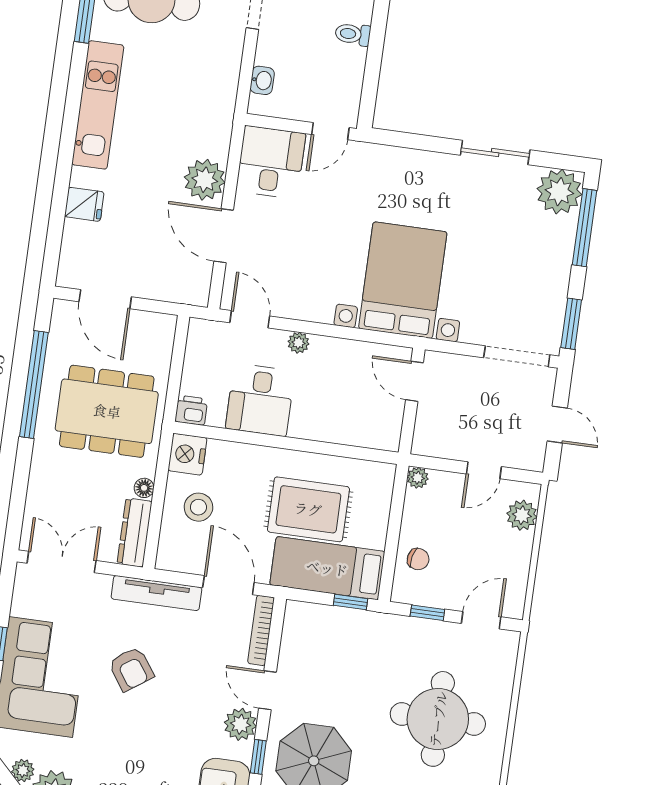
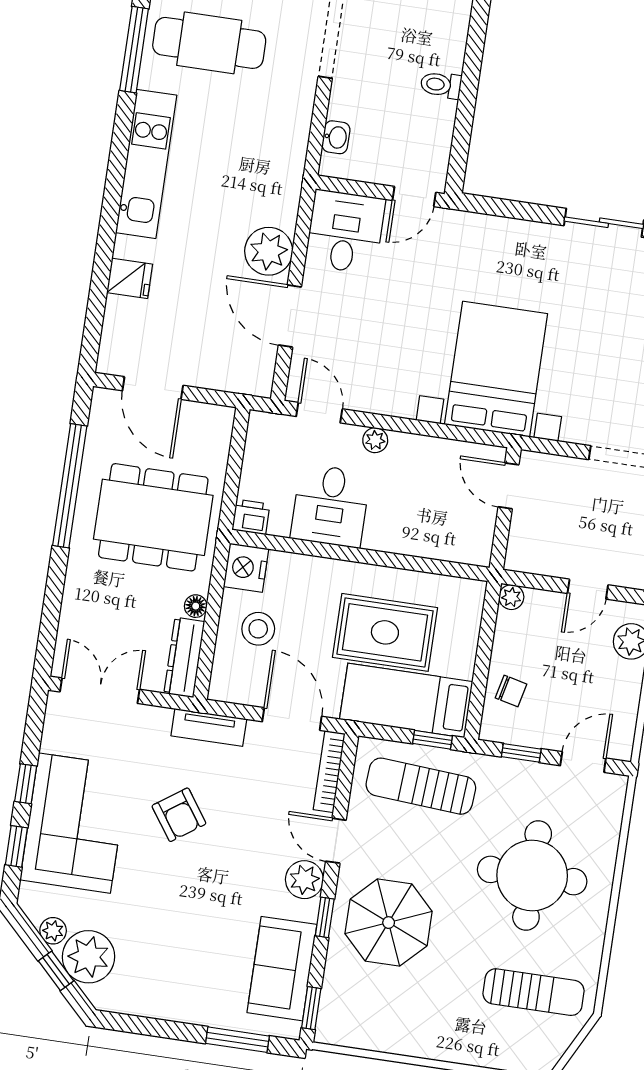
tv unit: (156, 593) -> (209, 727), width x0.71
sun lounger: (341, 642) -> (421, 786), added

